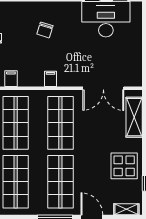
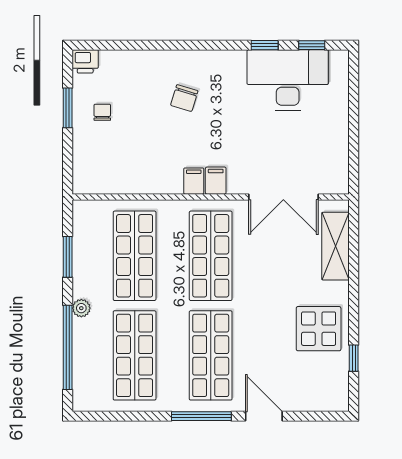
filing cabinet: (11, 79) -> (216, 181), moved
shelving: (126, 209) -> (322, 402), removed

